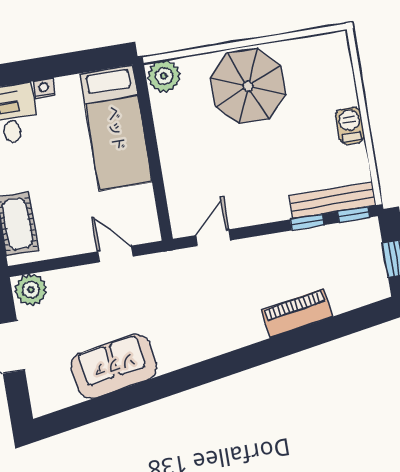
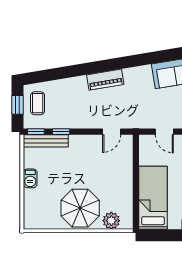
plant: (164, 76) -> (111, 221), moved
coffee table: (359, 268) -> (38, 103), added
piano: (297, 313) -> (105, 80), moved

